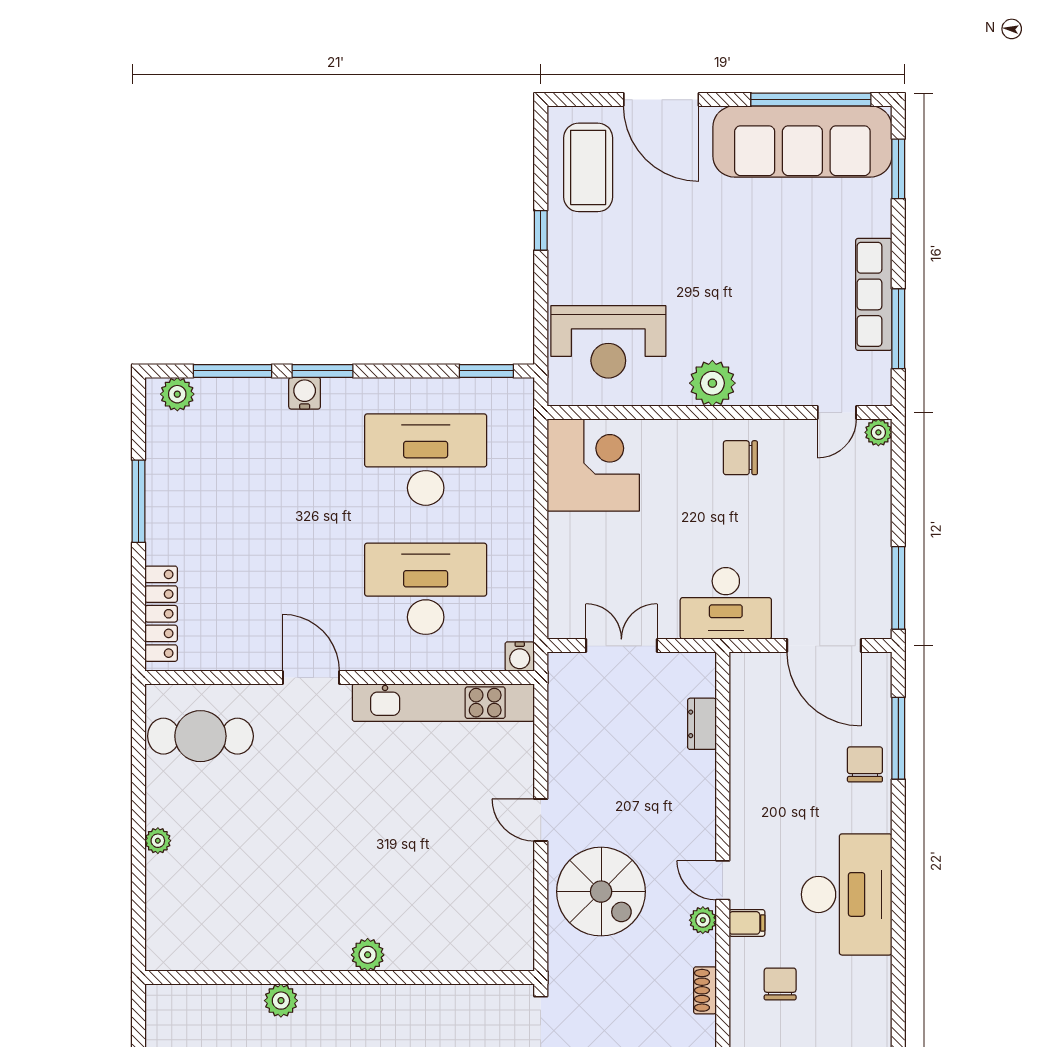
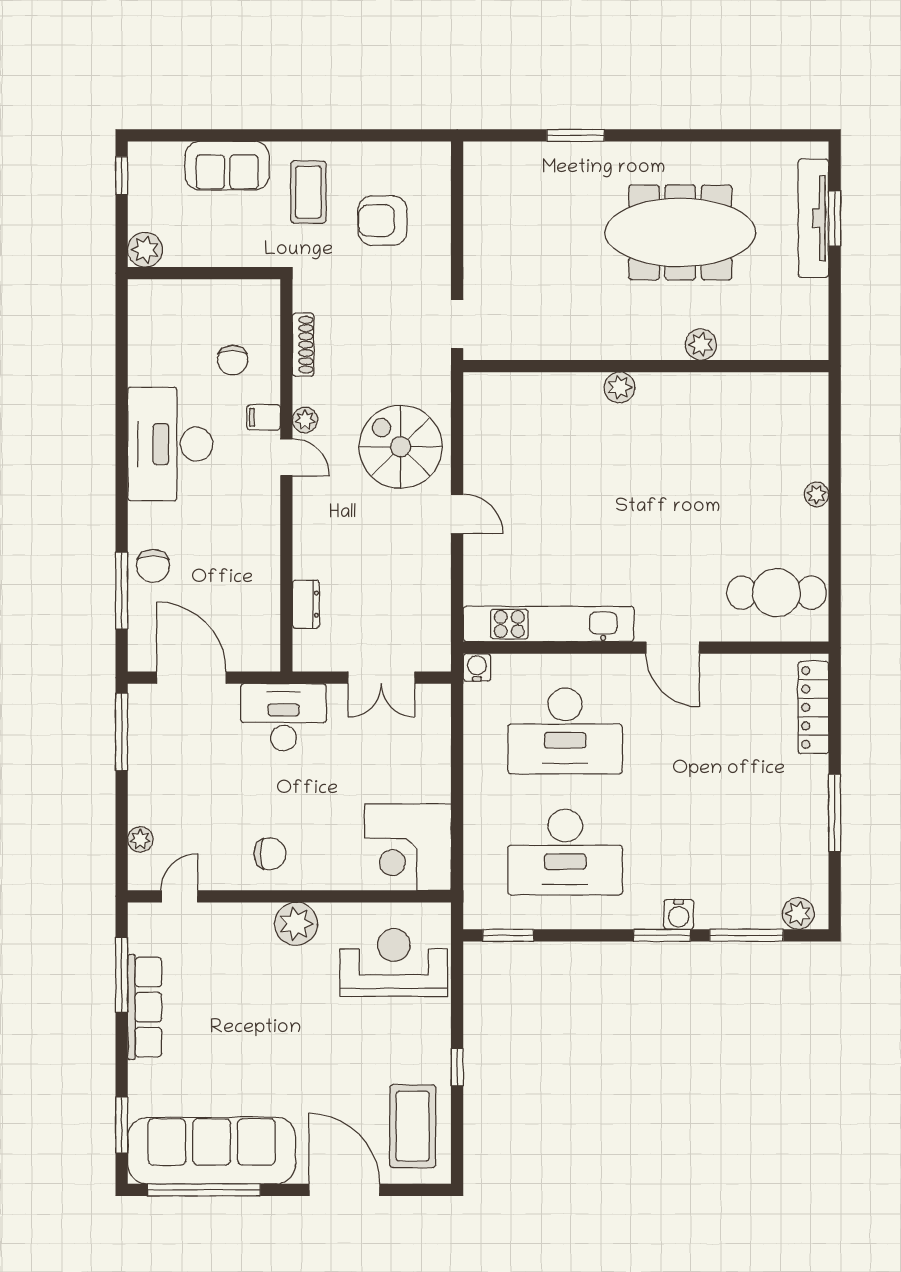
plant: (878, 432) -> (140, 839), moved
shoe rack: (705, 990) -> (303, 345), width x1.43

